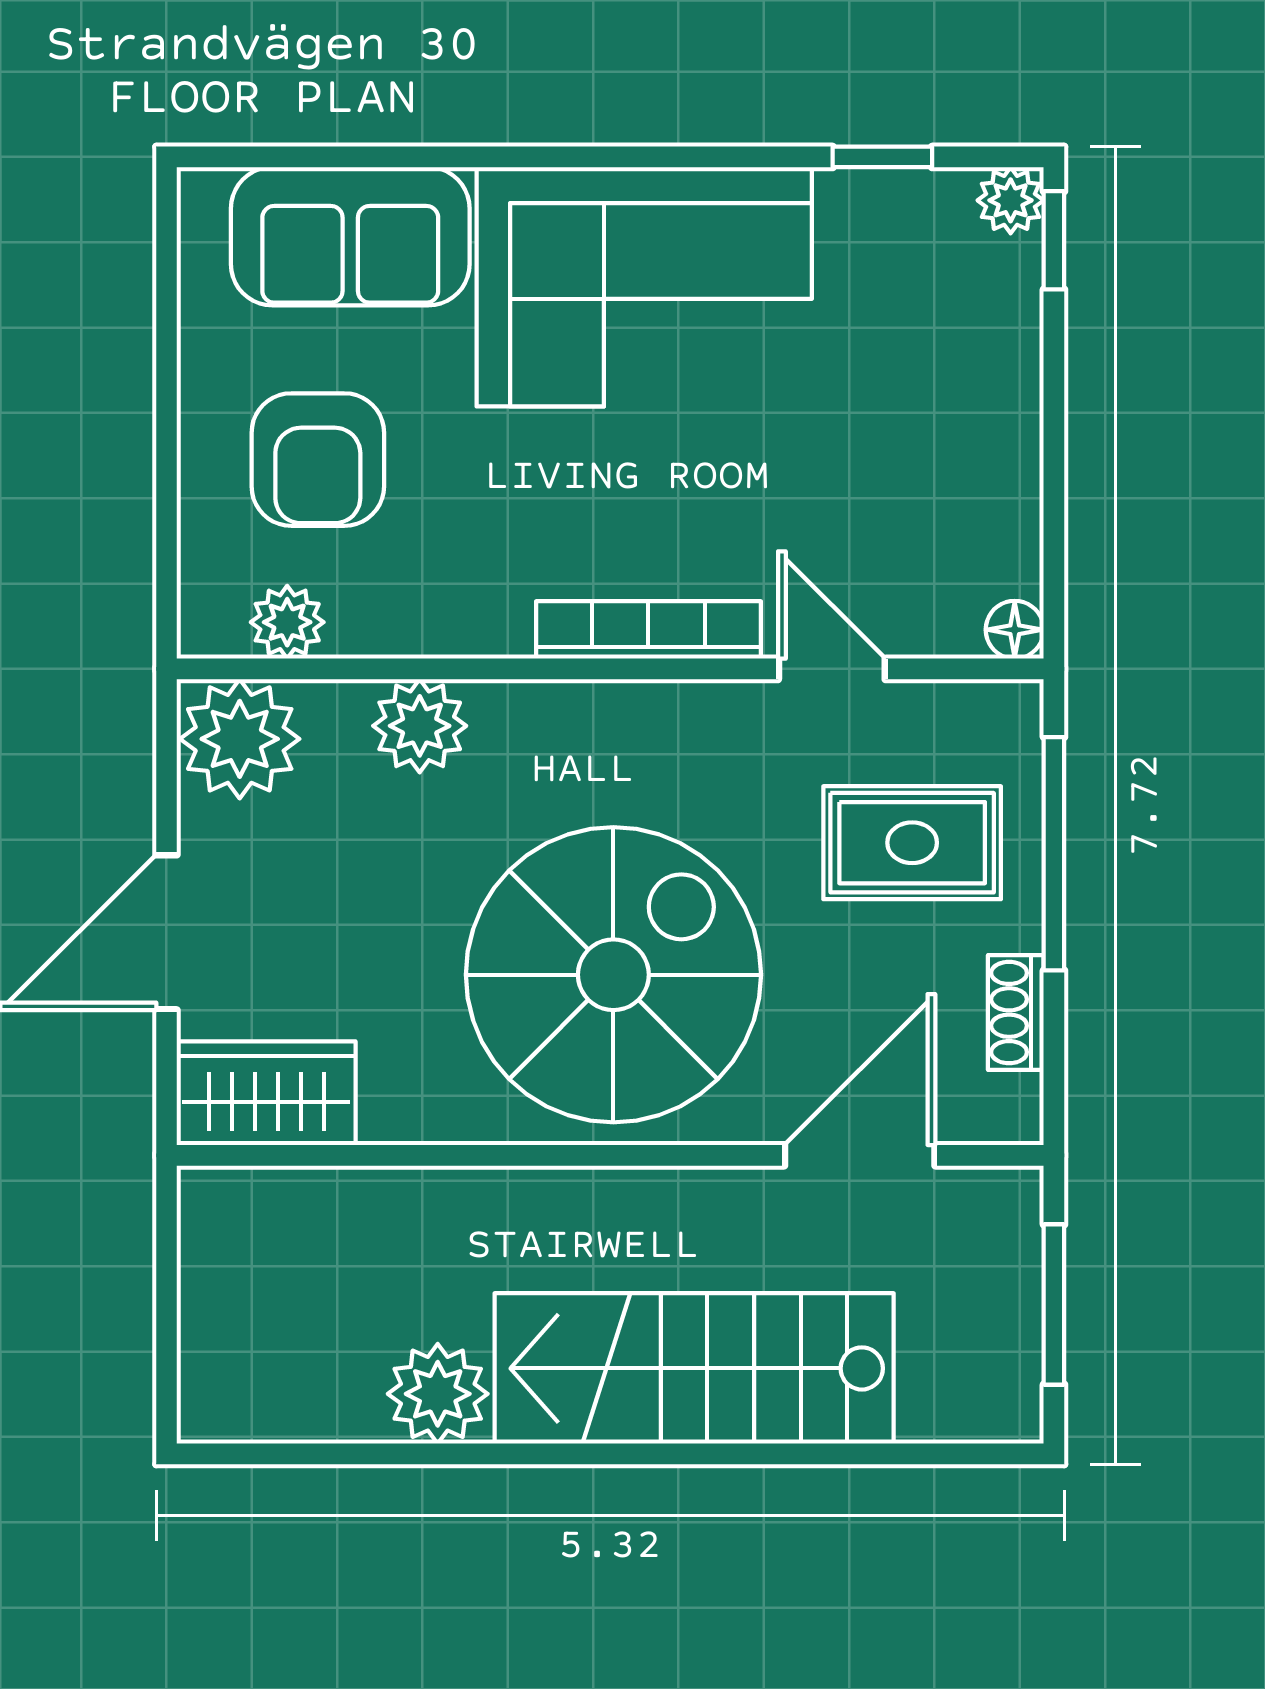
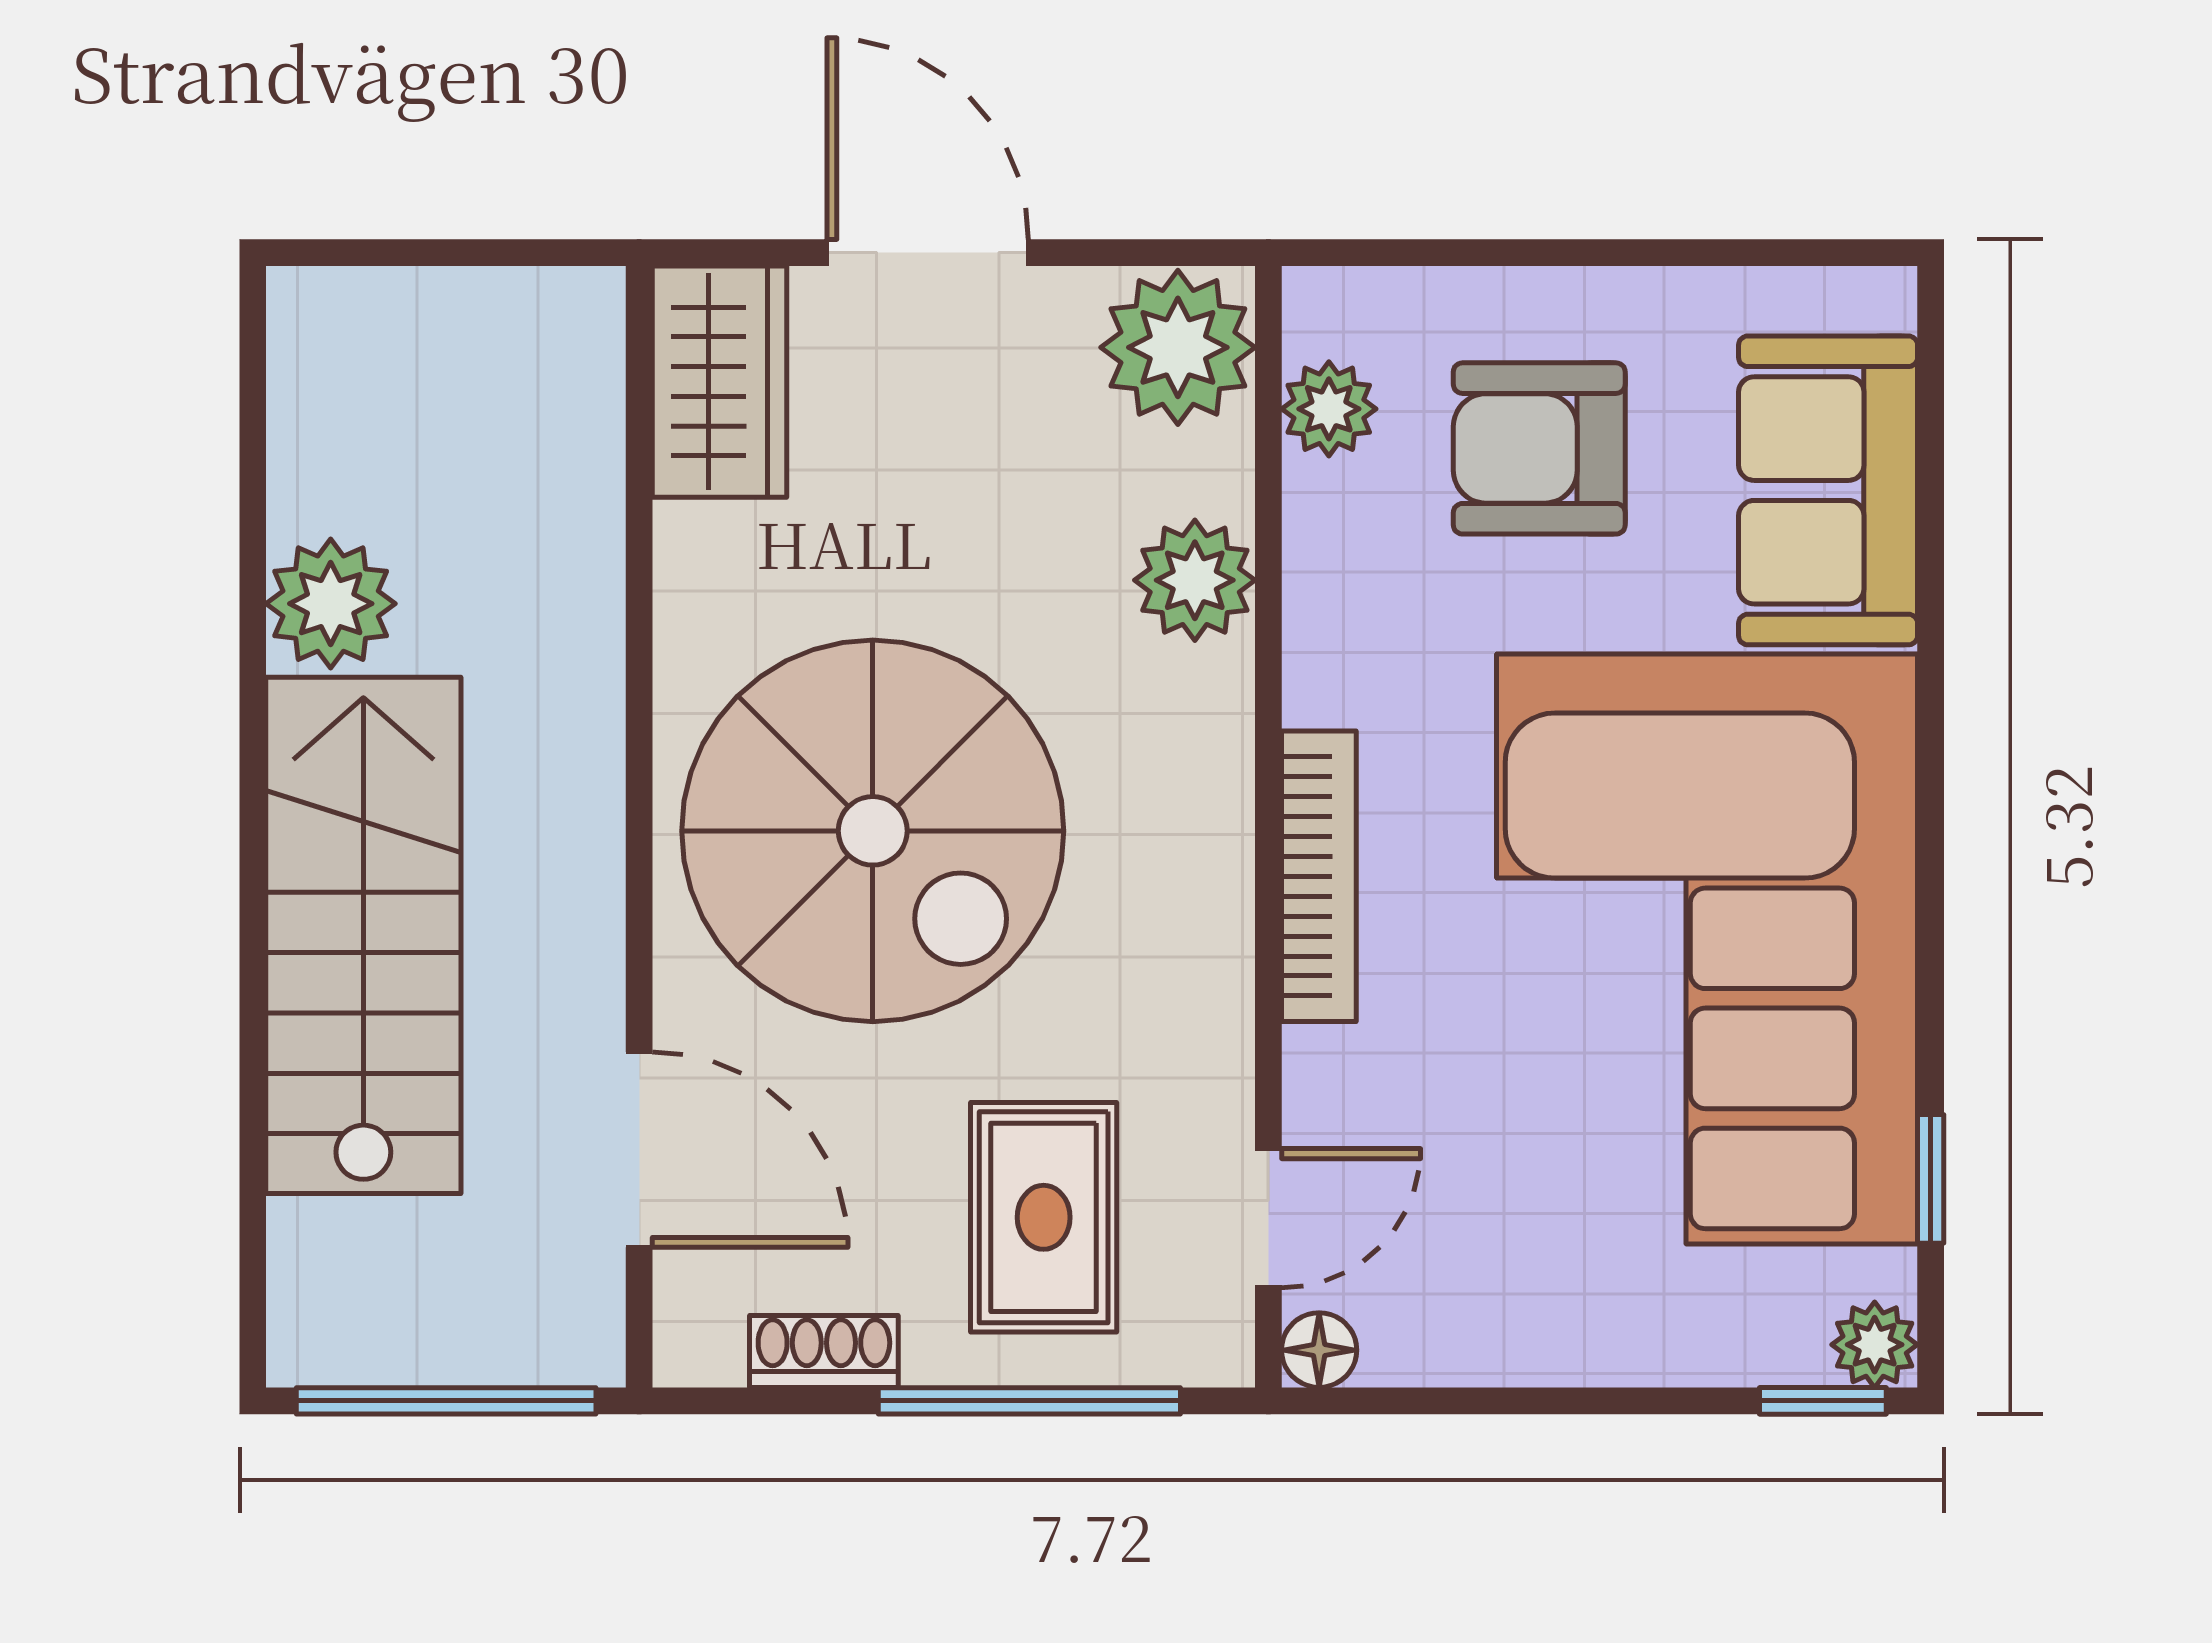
corner sofa: (644, 287) -> (1707, 949), width x1.36, depth x1.36
door: (832, 669) -> (1268, 1218), moved
window: (1054, 1304) -> (446, 1401), width x1.44

